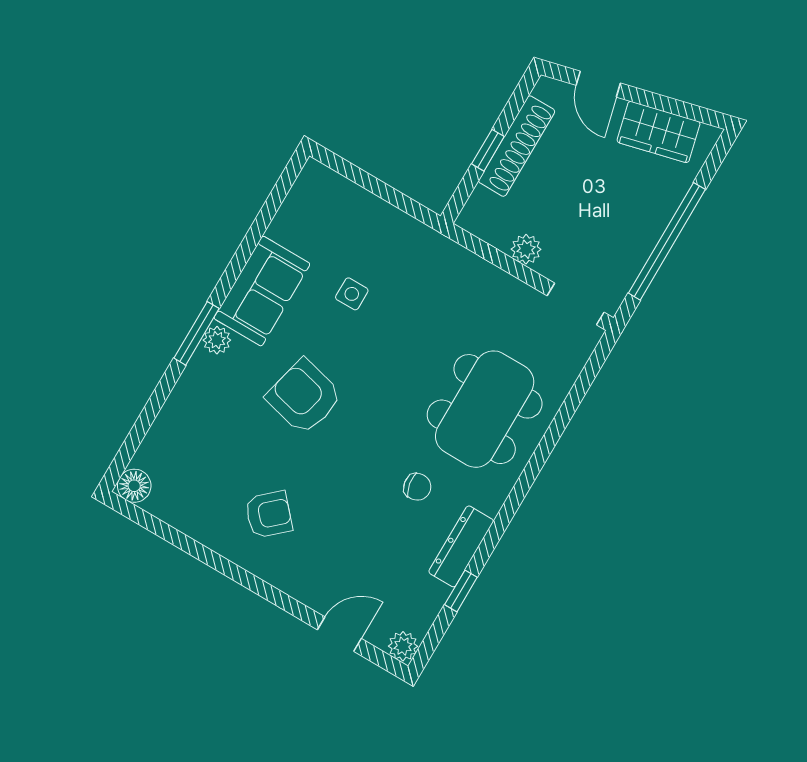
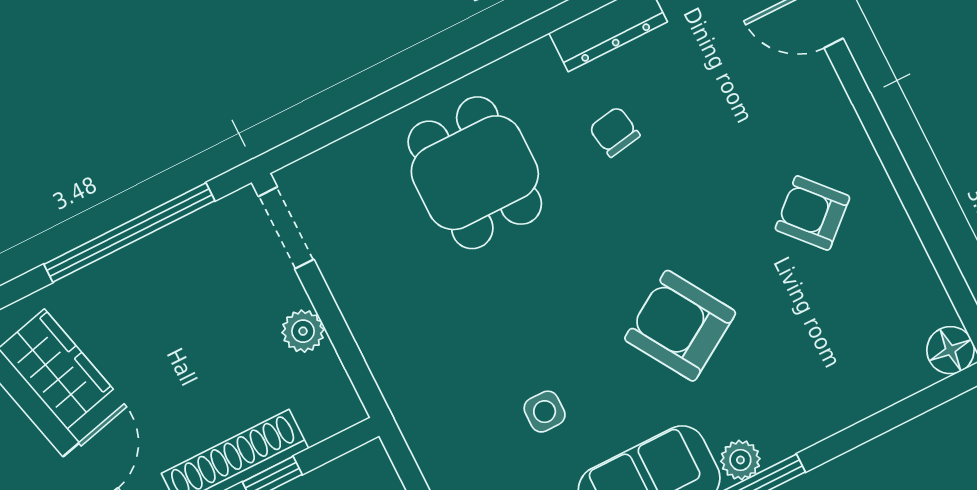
armchair: (304, 397) -> (680, 326), turned 134
dining table: (485, 409) -> (475, 173), width x0.73

